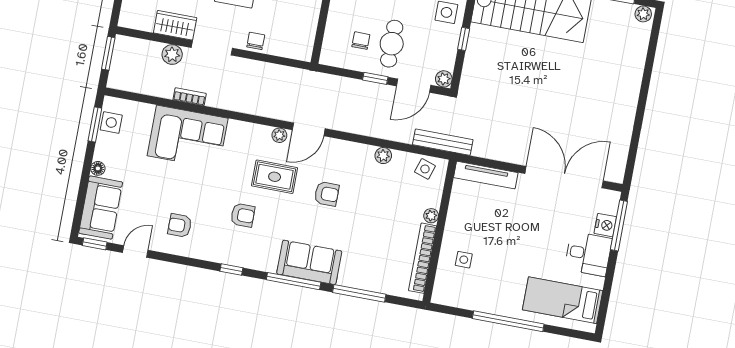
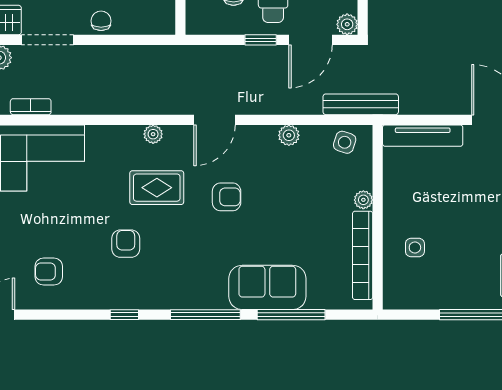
door: (309, 129) -> (215, 120), moved
armchair: (243, 215) -> (126, 244), turned -90
sofa: (309, 262) -> (267, 287), moved

